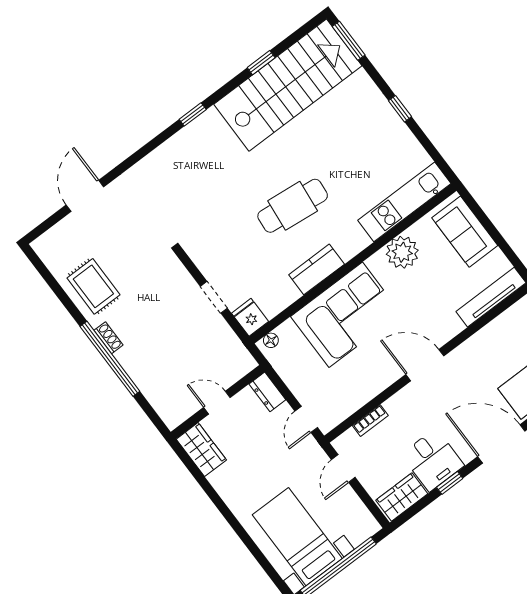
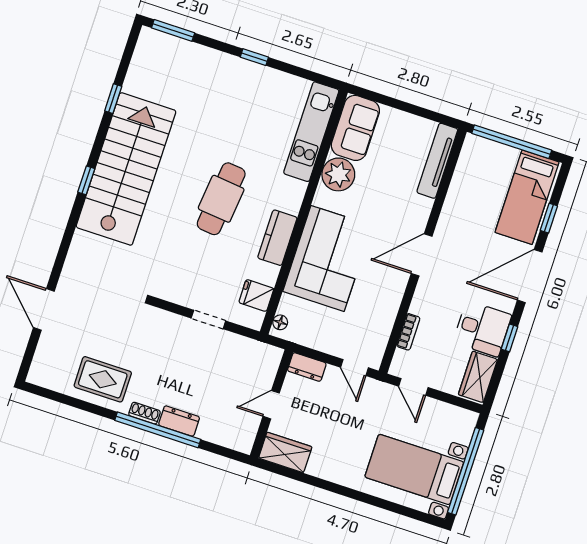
stairs: (288, 85) -> (126, 169), moved
sofa: (465, 232) -> (355, 128), moved, turned -90
fridge: (250, 317) -> (256, 295), moved
dresser: (132, 364) -> (179, 421), added

